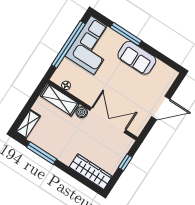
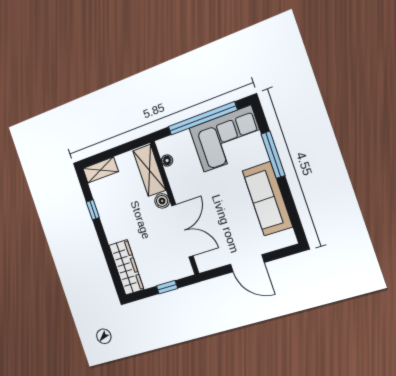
sofa: (137, 58) -> (267, 199), width x1.36
window: (42, 153) -> (93, 210), width x0.46

